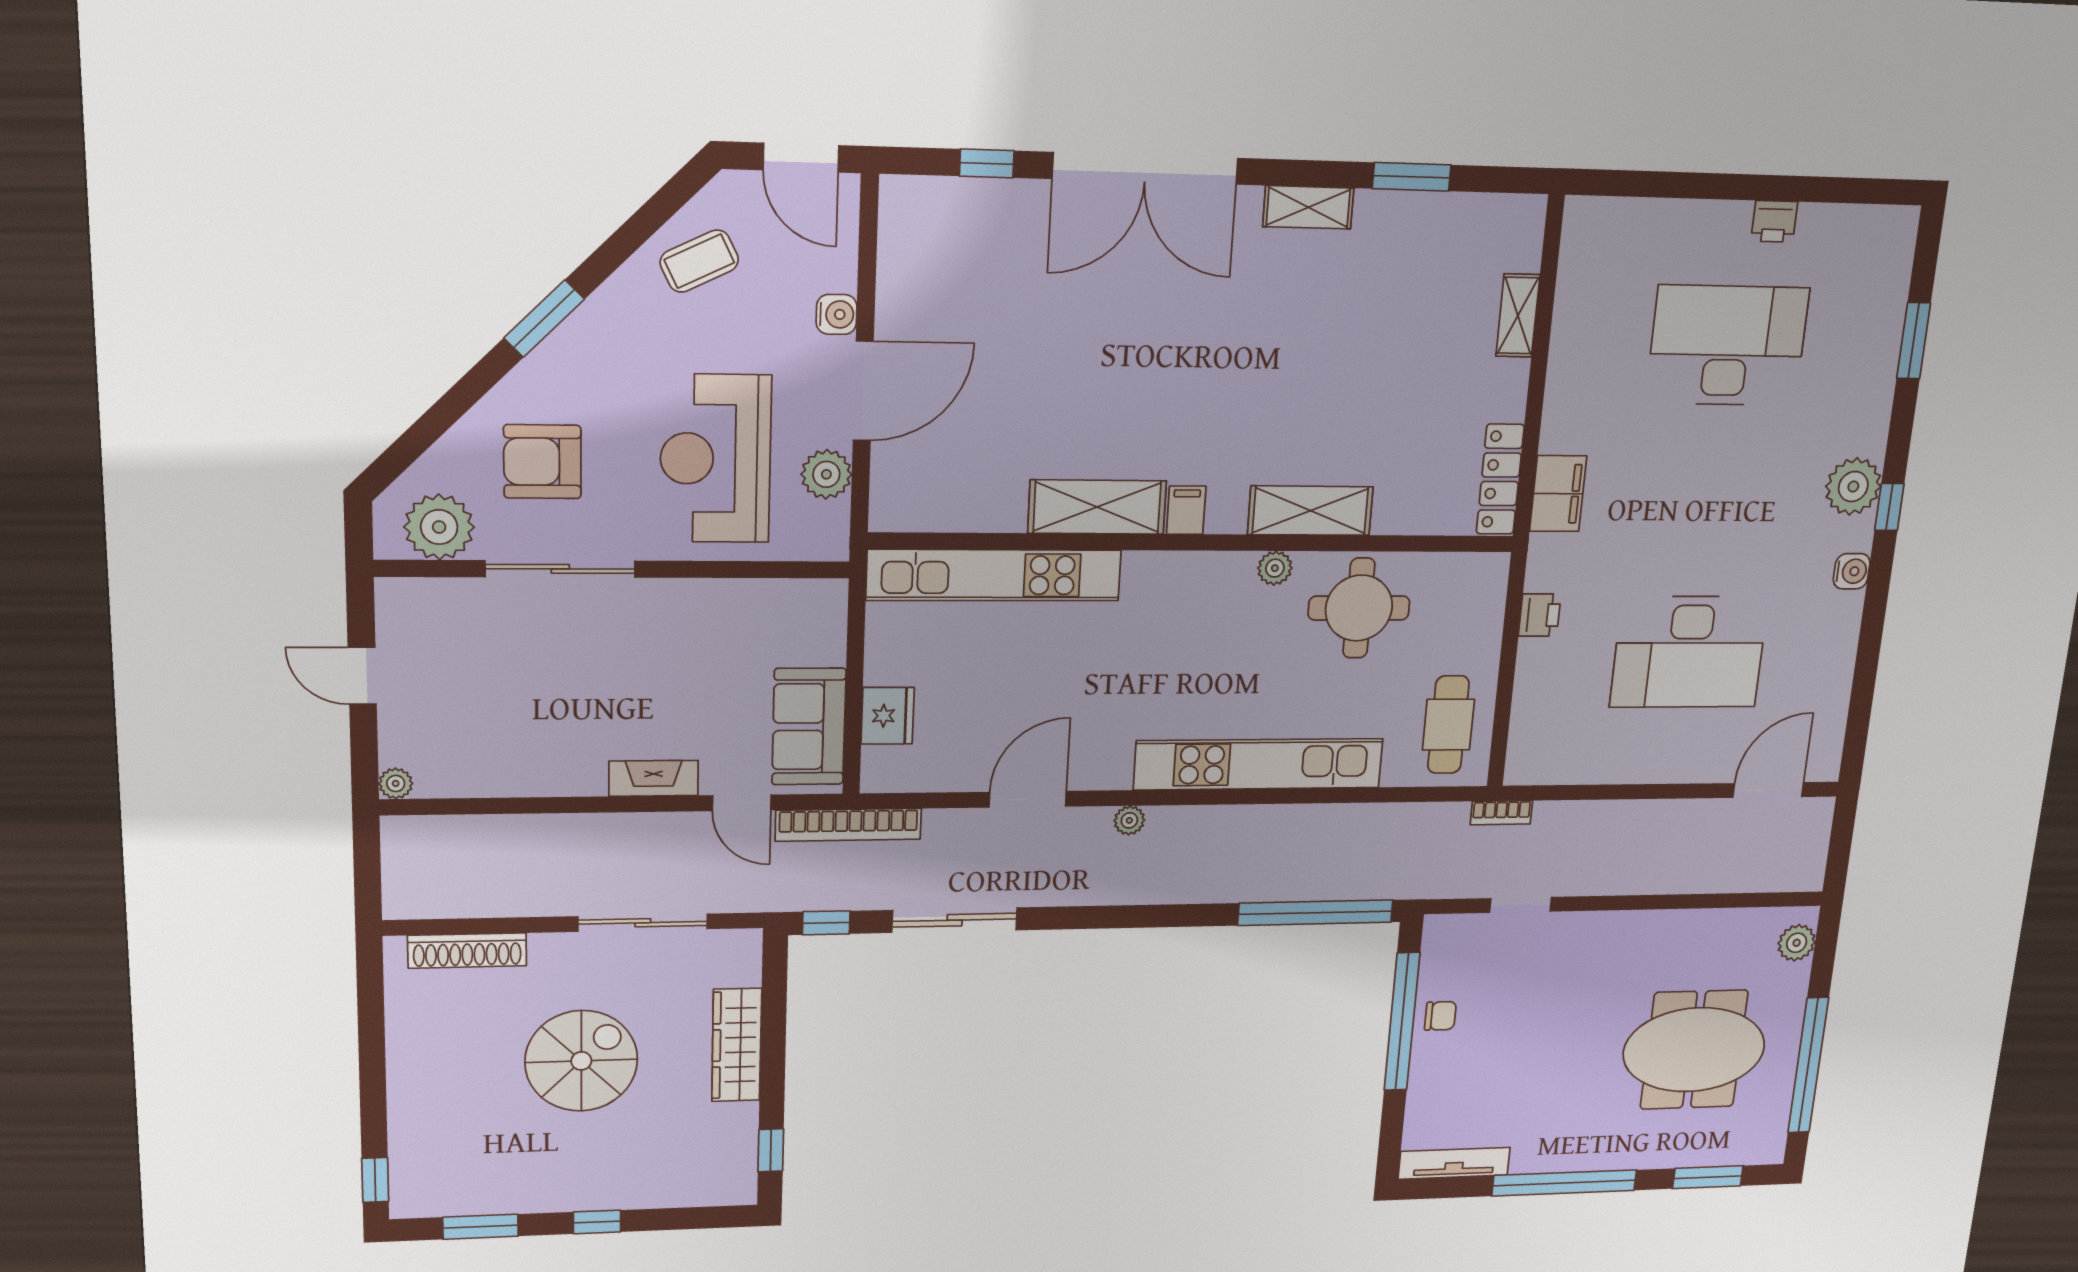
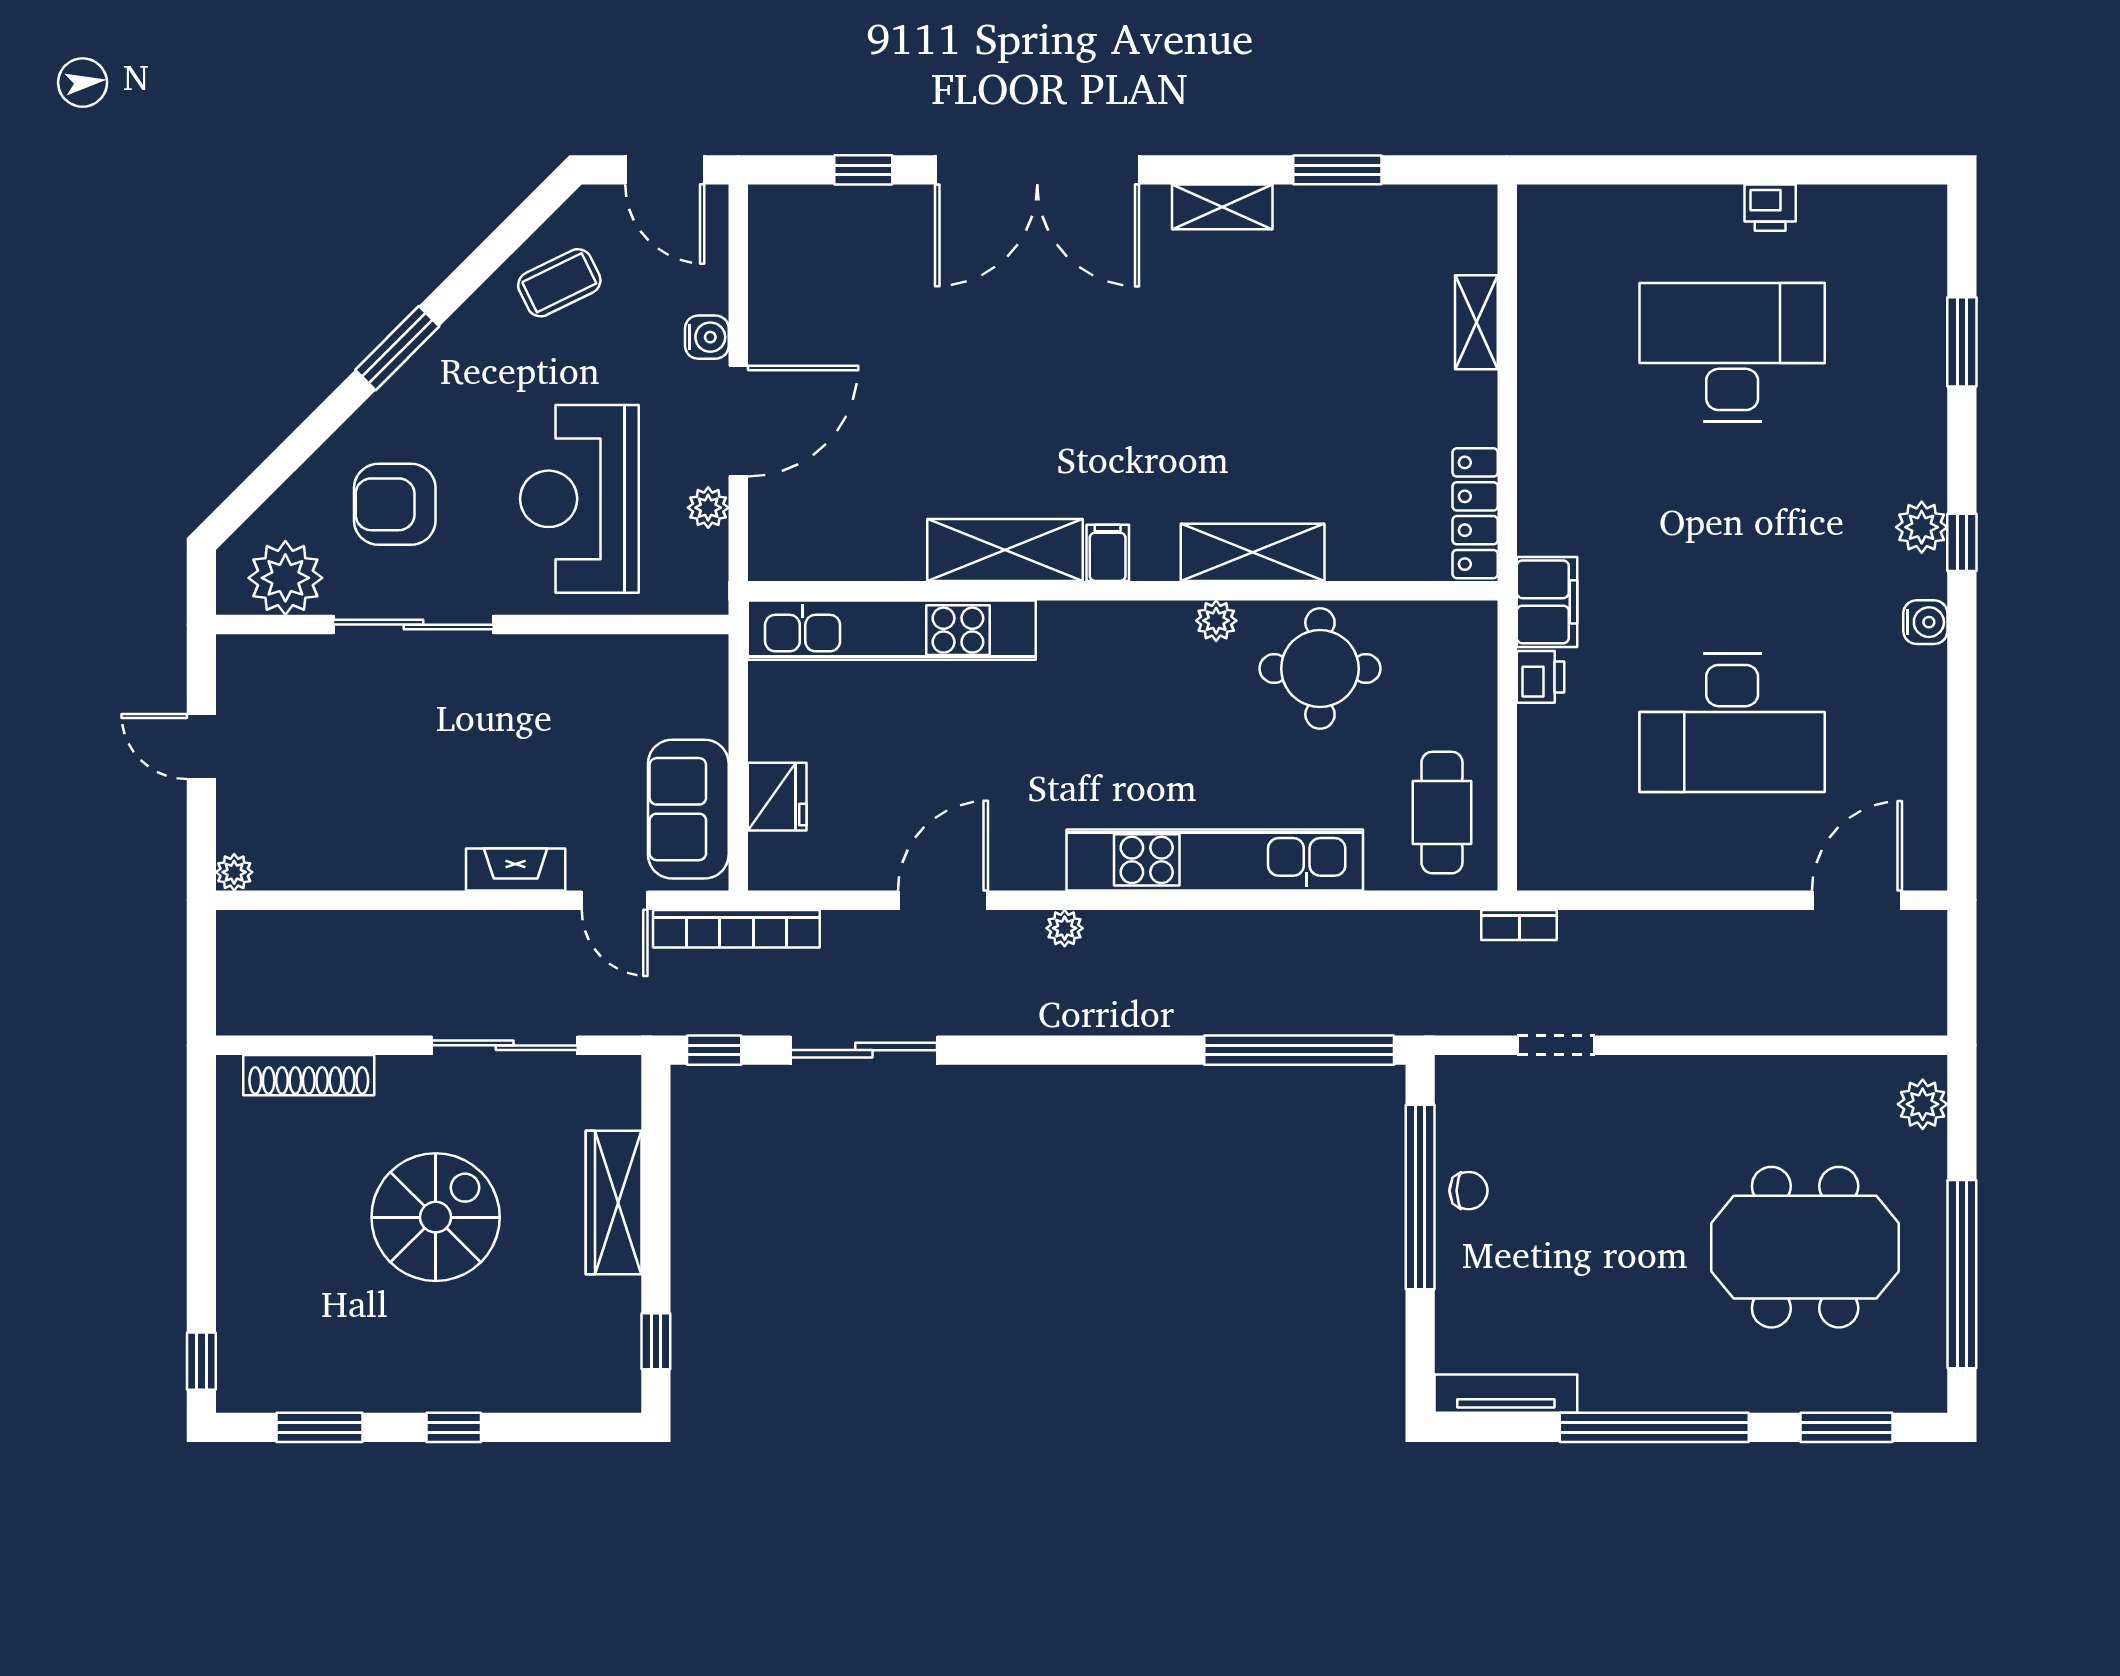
plant: (826, 474) -> (708, 508), width x0.73, depth x0.73
plant: (1853, 487) -> (1922, 527), width x0.73, depth x0.73
filing cabinet: (1558, 494) -> (1547, 602), moved

